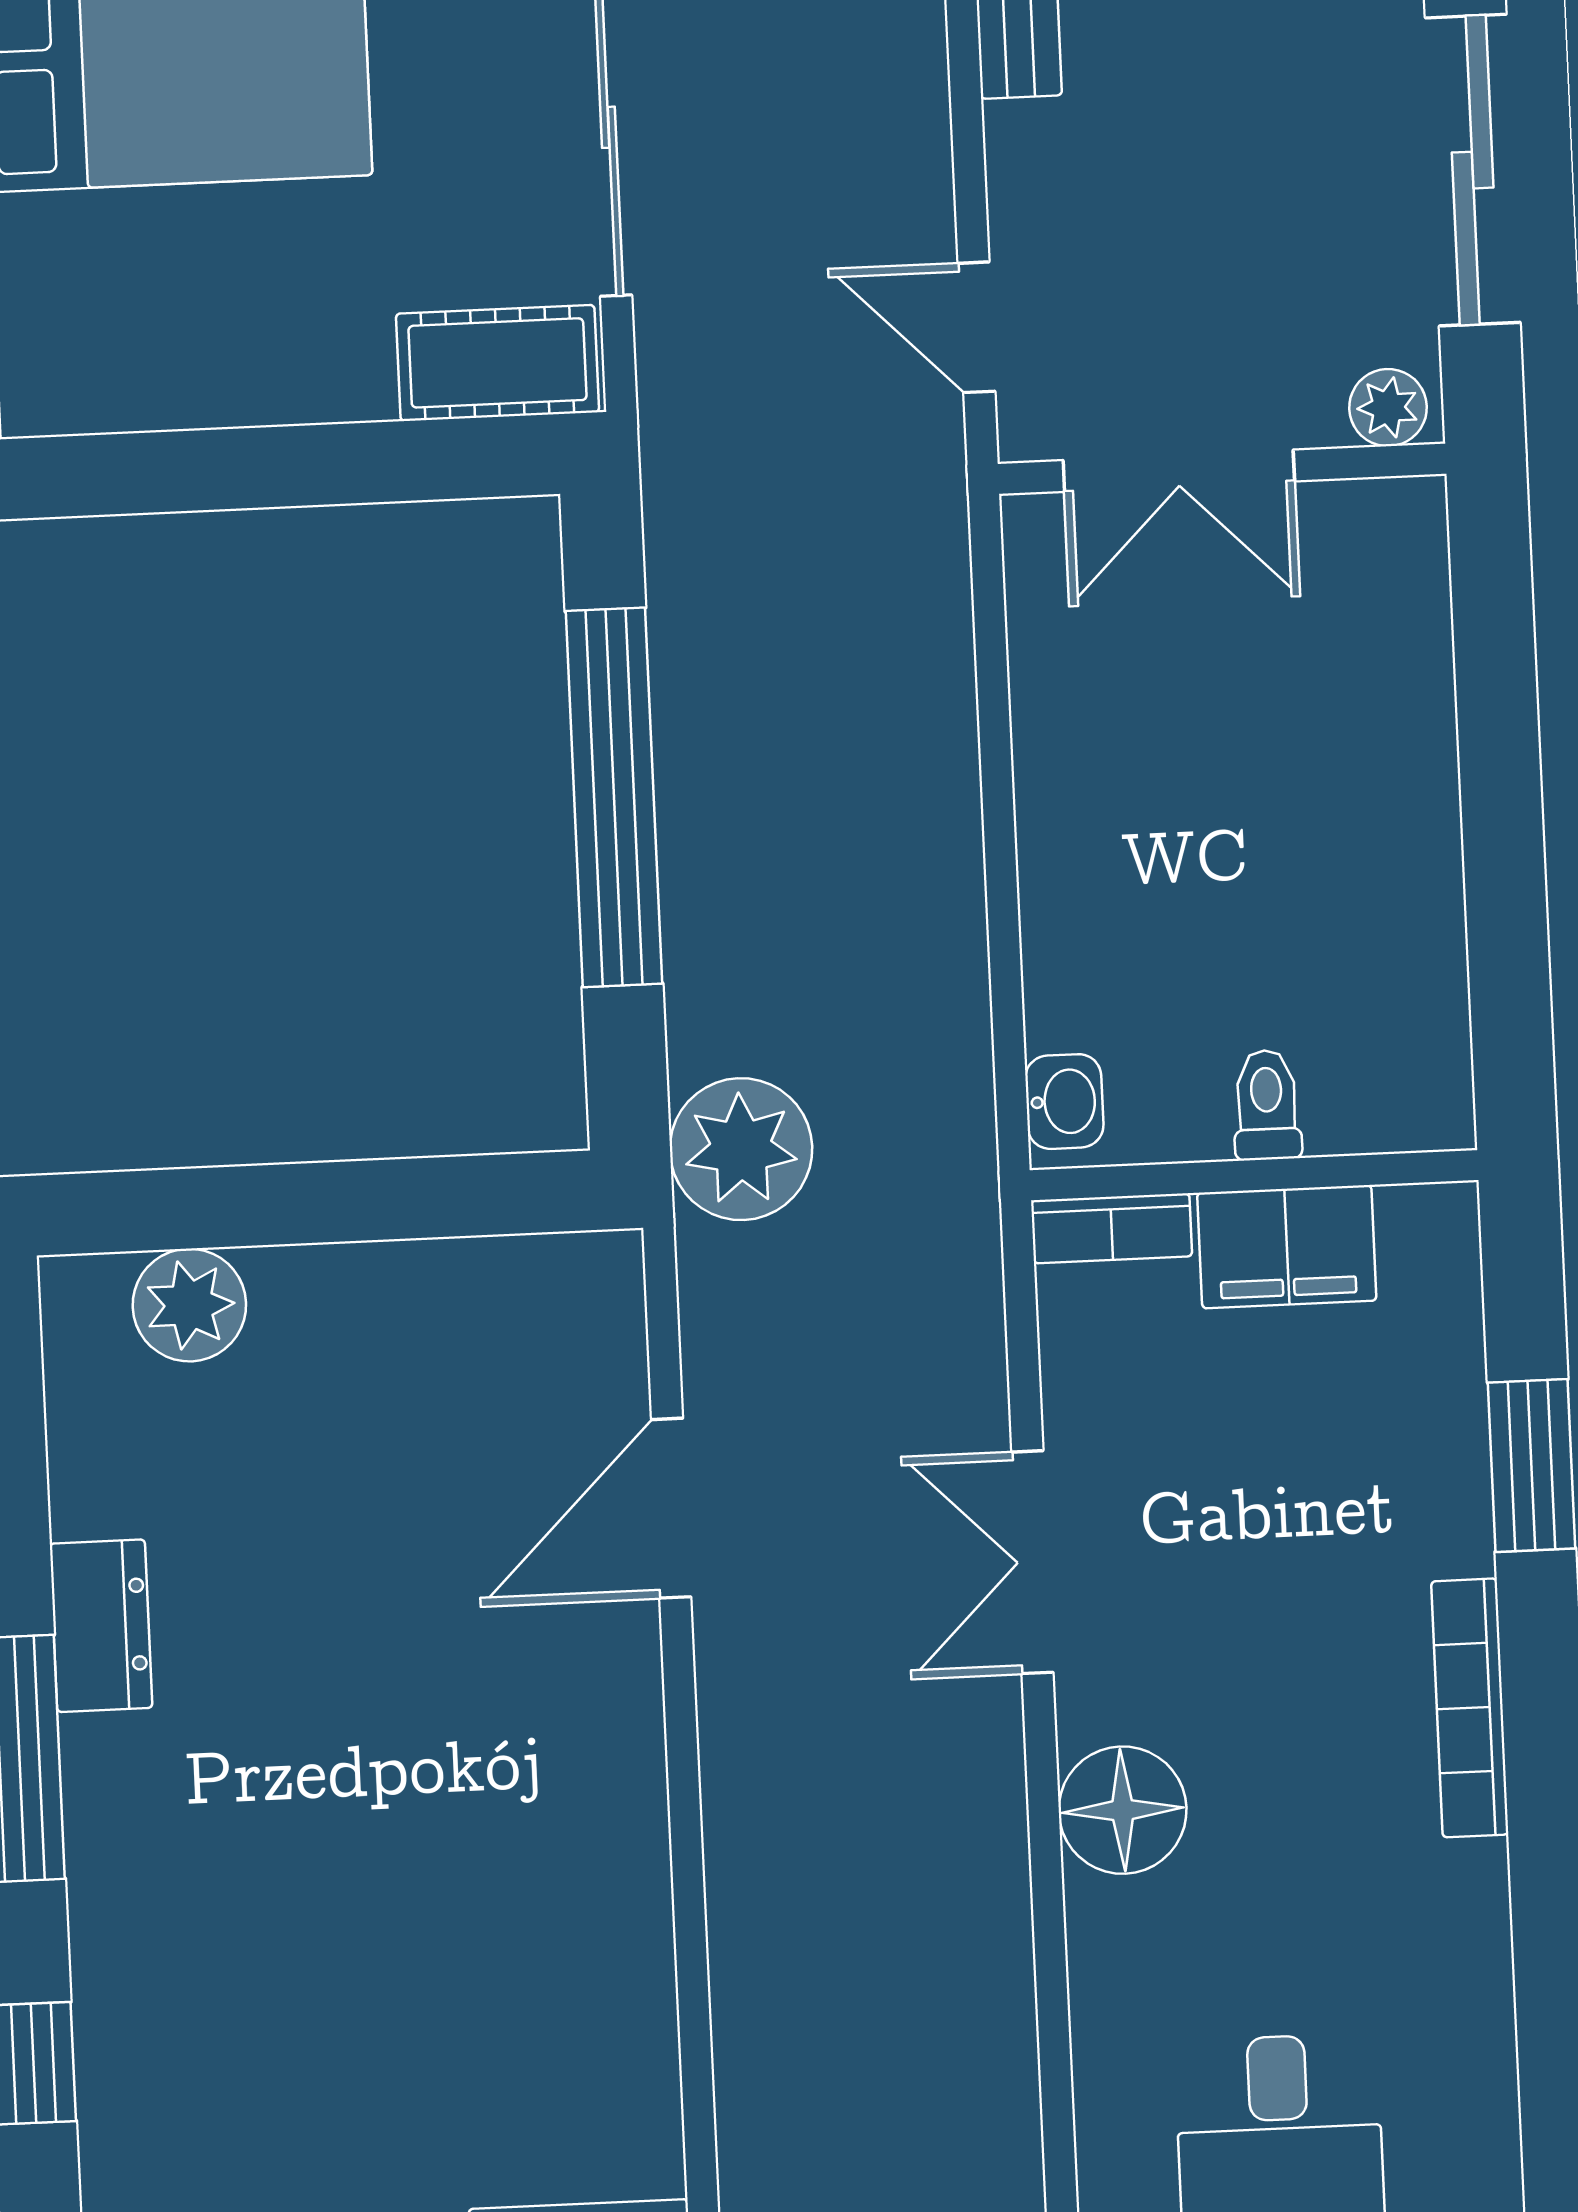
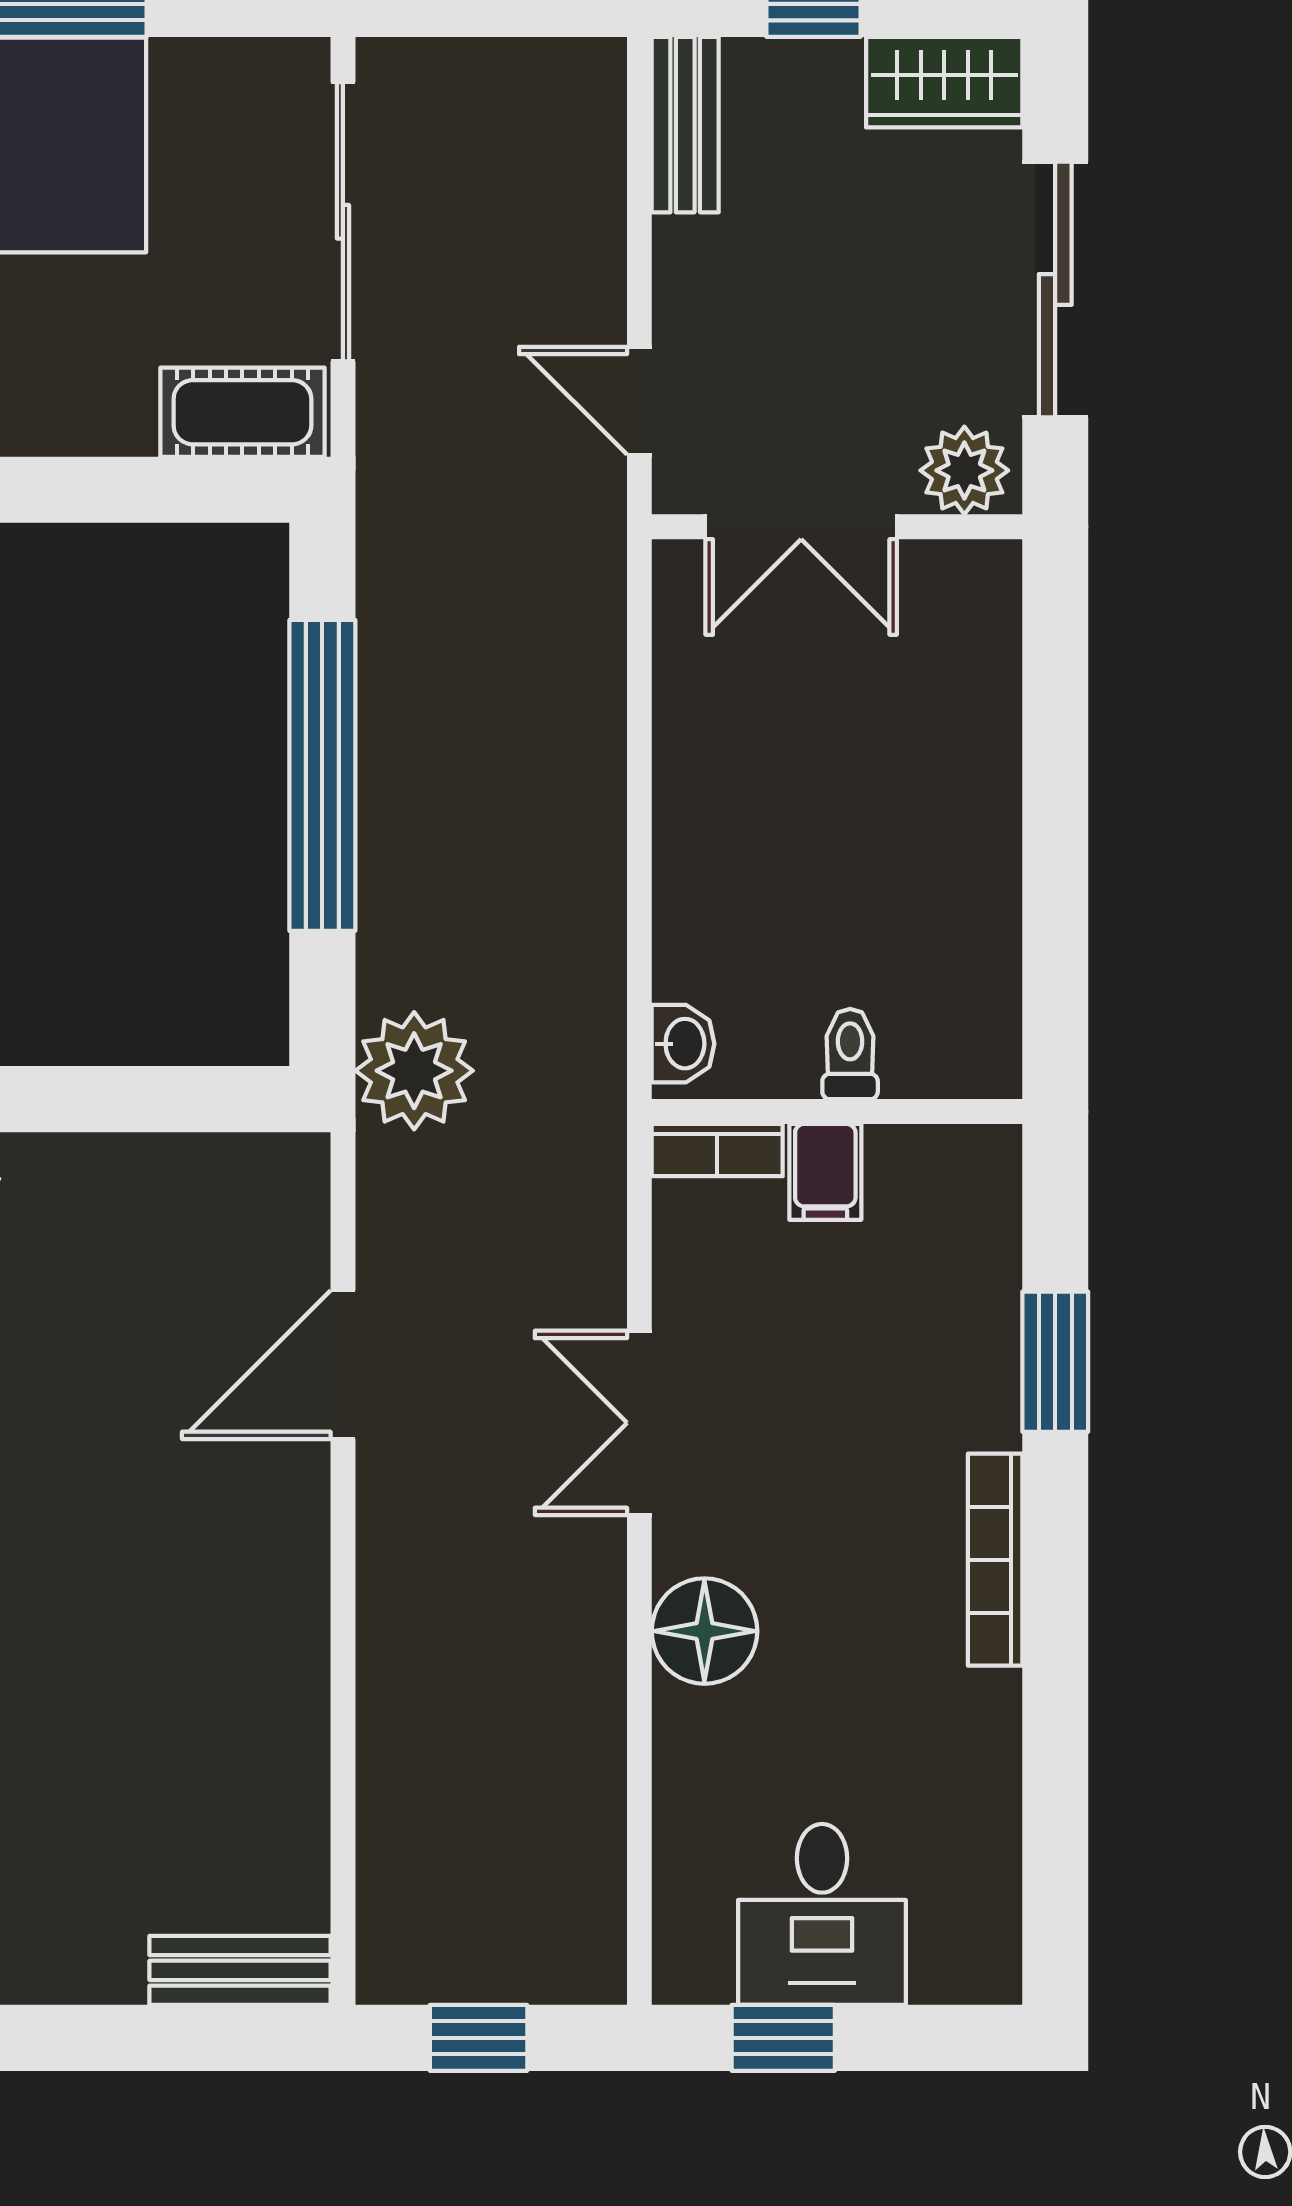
plant: (1388, 408) -> (964, 470), width x1.38, depth x1.38
filing cabinet: (1287, 1247) -> (825, 1172), width x0.50

